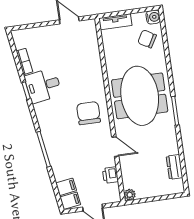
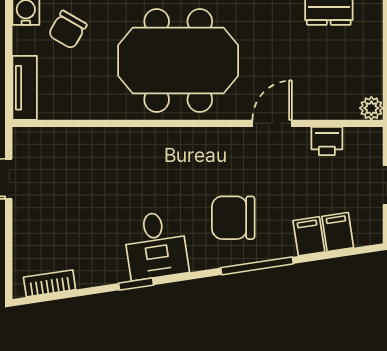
bookcase: (24, 61) -> (50, 283), moved
desk: (43, 86) -> (156, 245), moved
chair: (88, 113) -> (233, 218), moved
filing cabinet: (70, 201) -> (309, 236), moved

